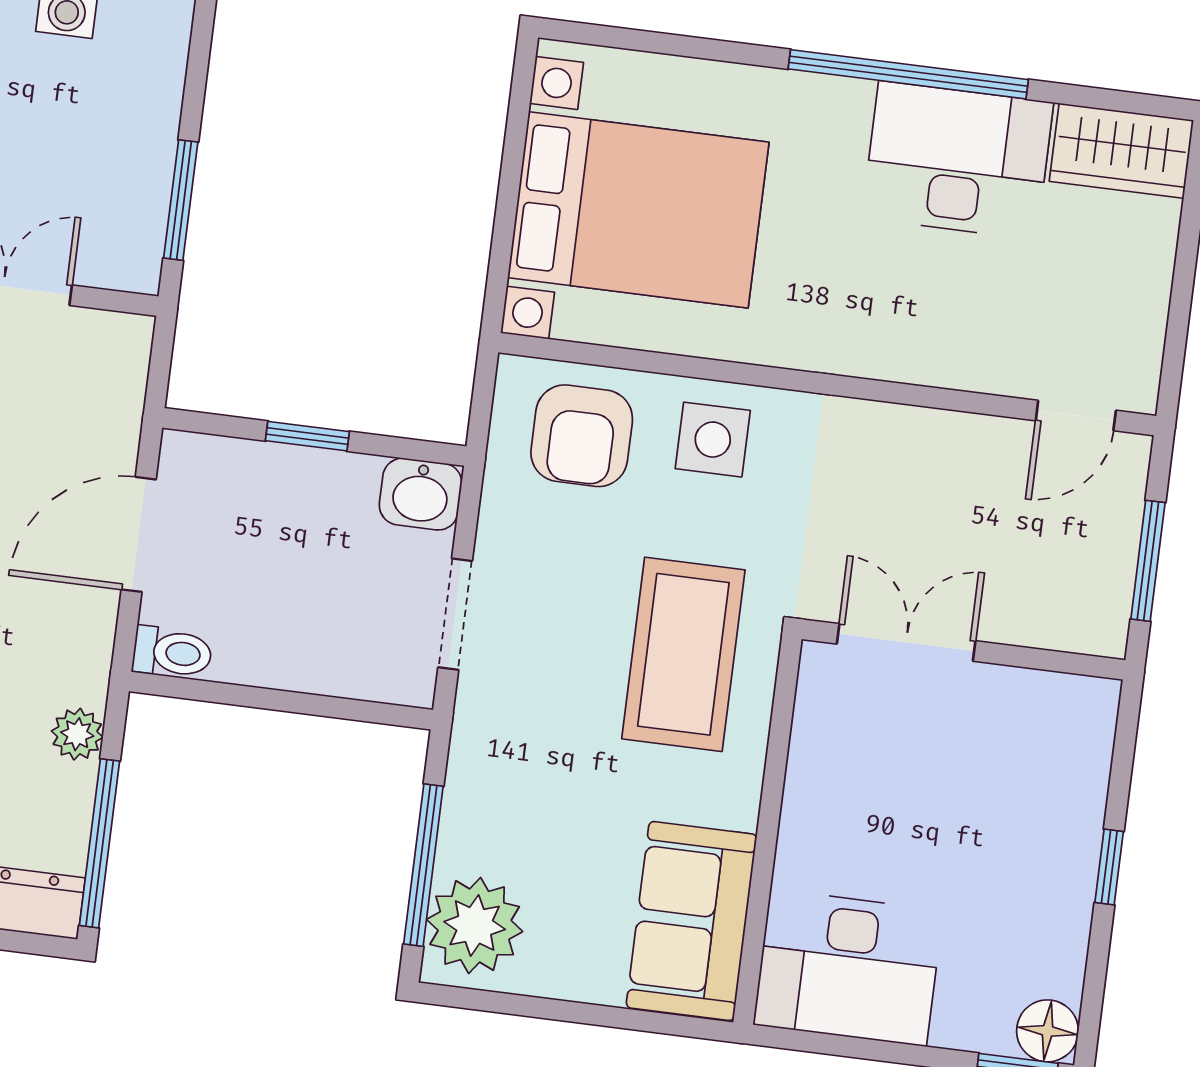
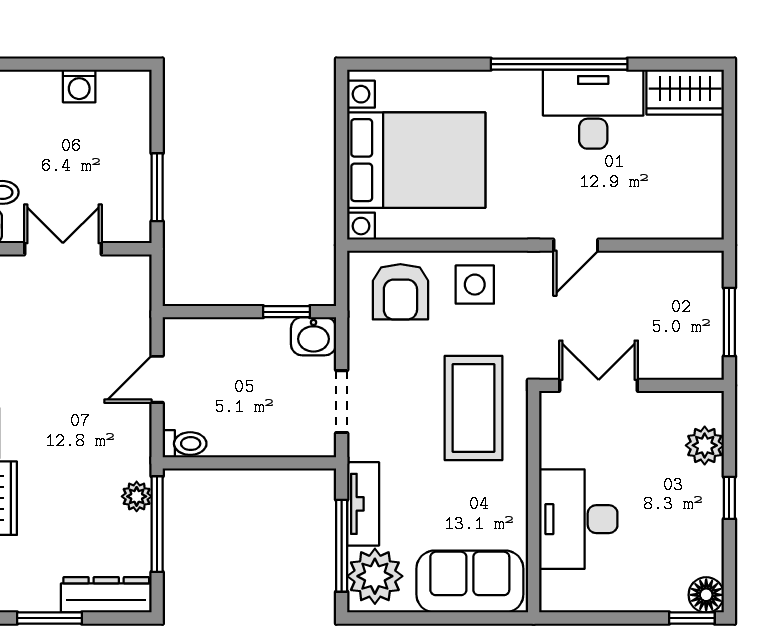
door: (1076, 416) -> (576, 245), moved
window: (307, 436) -> (286, 312), moved
door: (139, 534) -> (157, 379), width x0.73
plant: (1078, 770) -> (705, 445), added
tv unit: (470, 797) -> (363, 504), added
window: (100, 843) -> (157, 524), moved
sofa: (692, 921) -> (470, 581), moved, turned 90
desk: (848, 968) -> (578, 519), moved, turned 90

